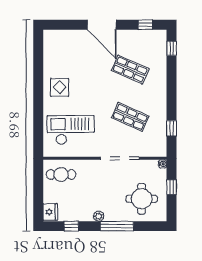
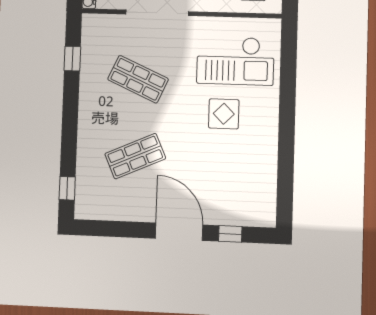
window: (145, 25) -> (230, 234), moved
shop shelf: (130, 70) -> (135, 156), turned -48
display table: (60, 87) -> (224, 114), moved

